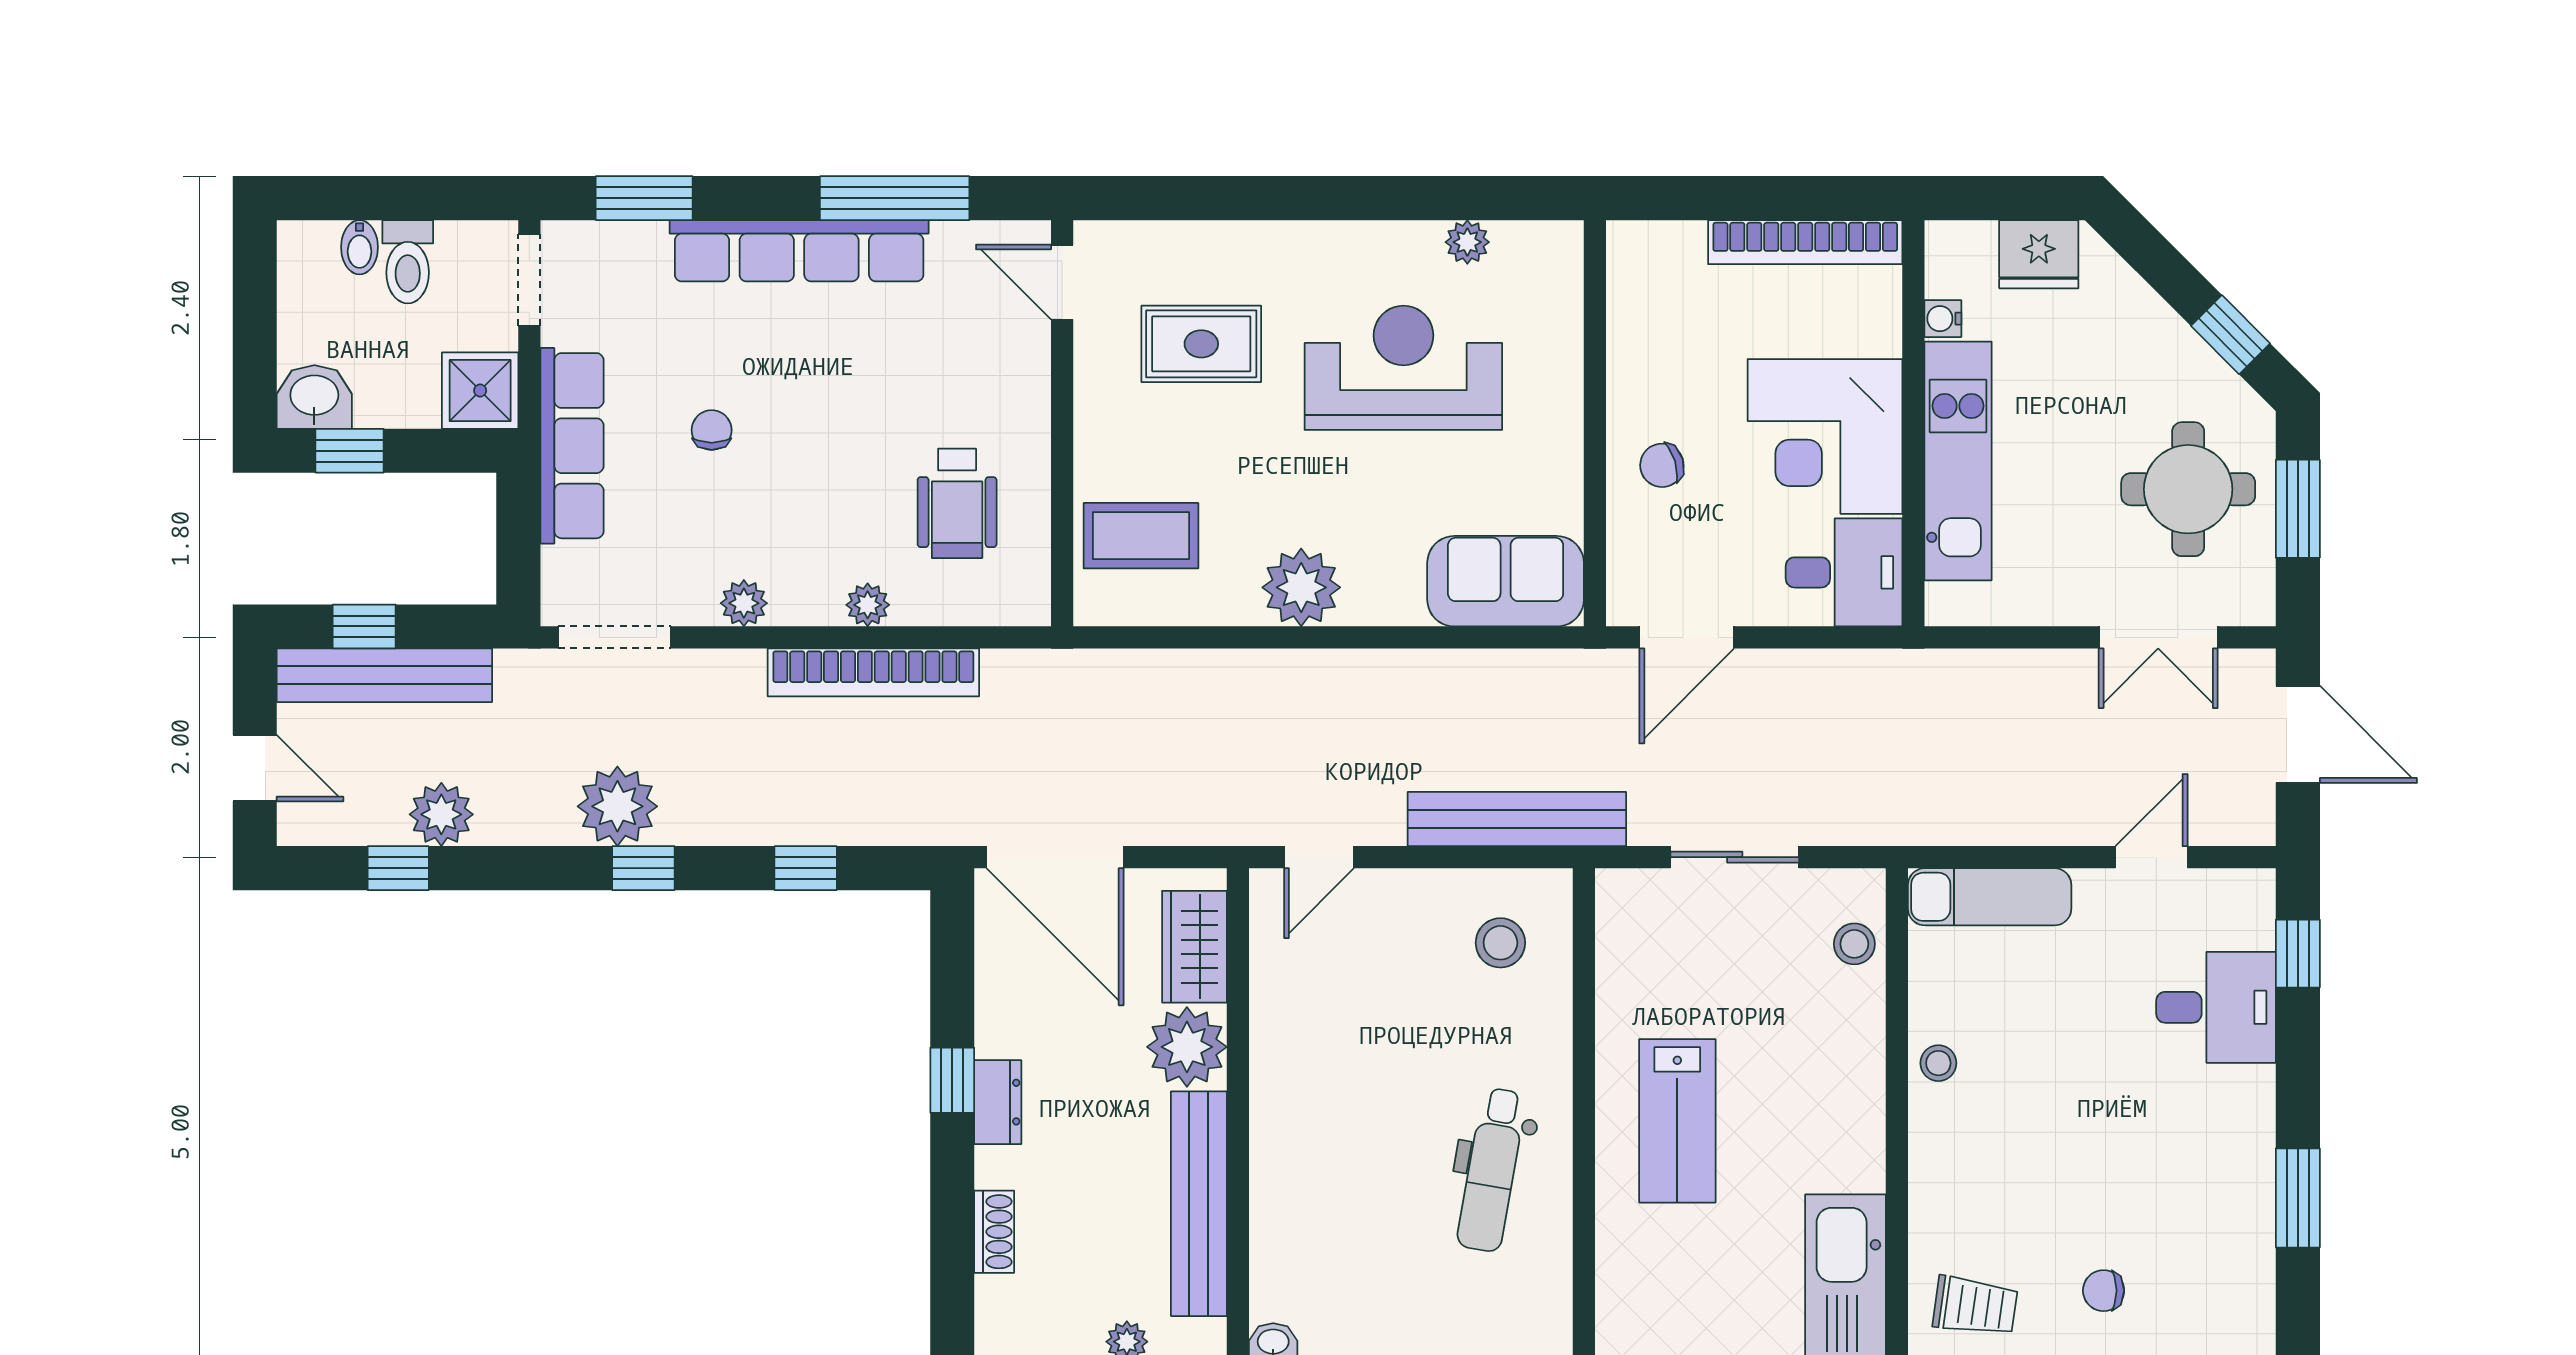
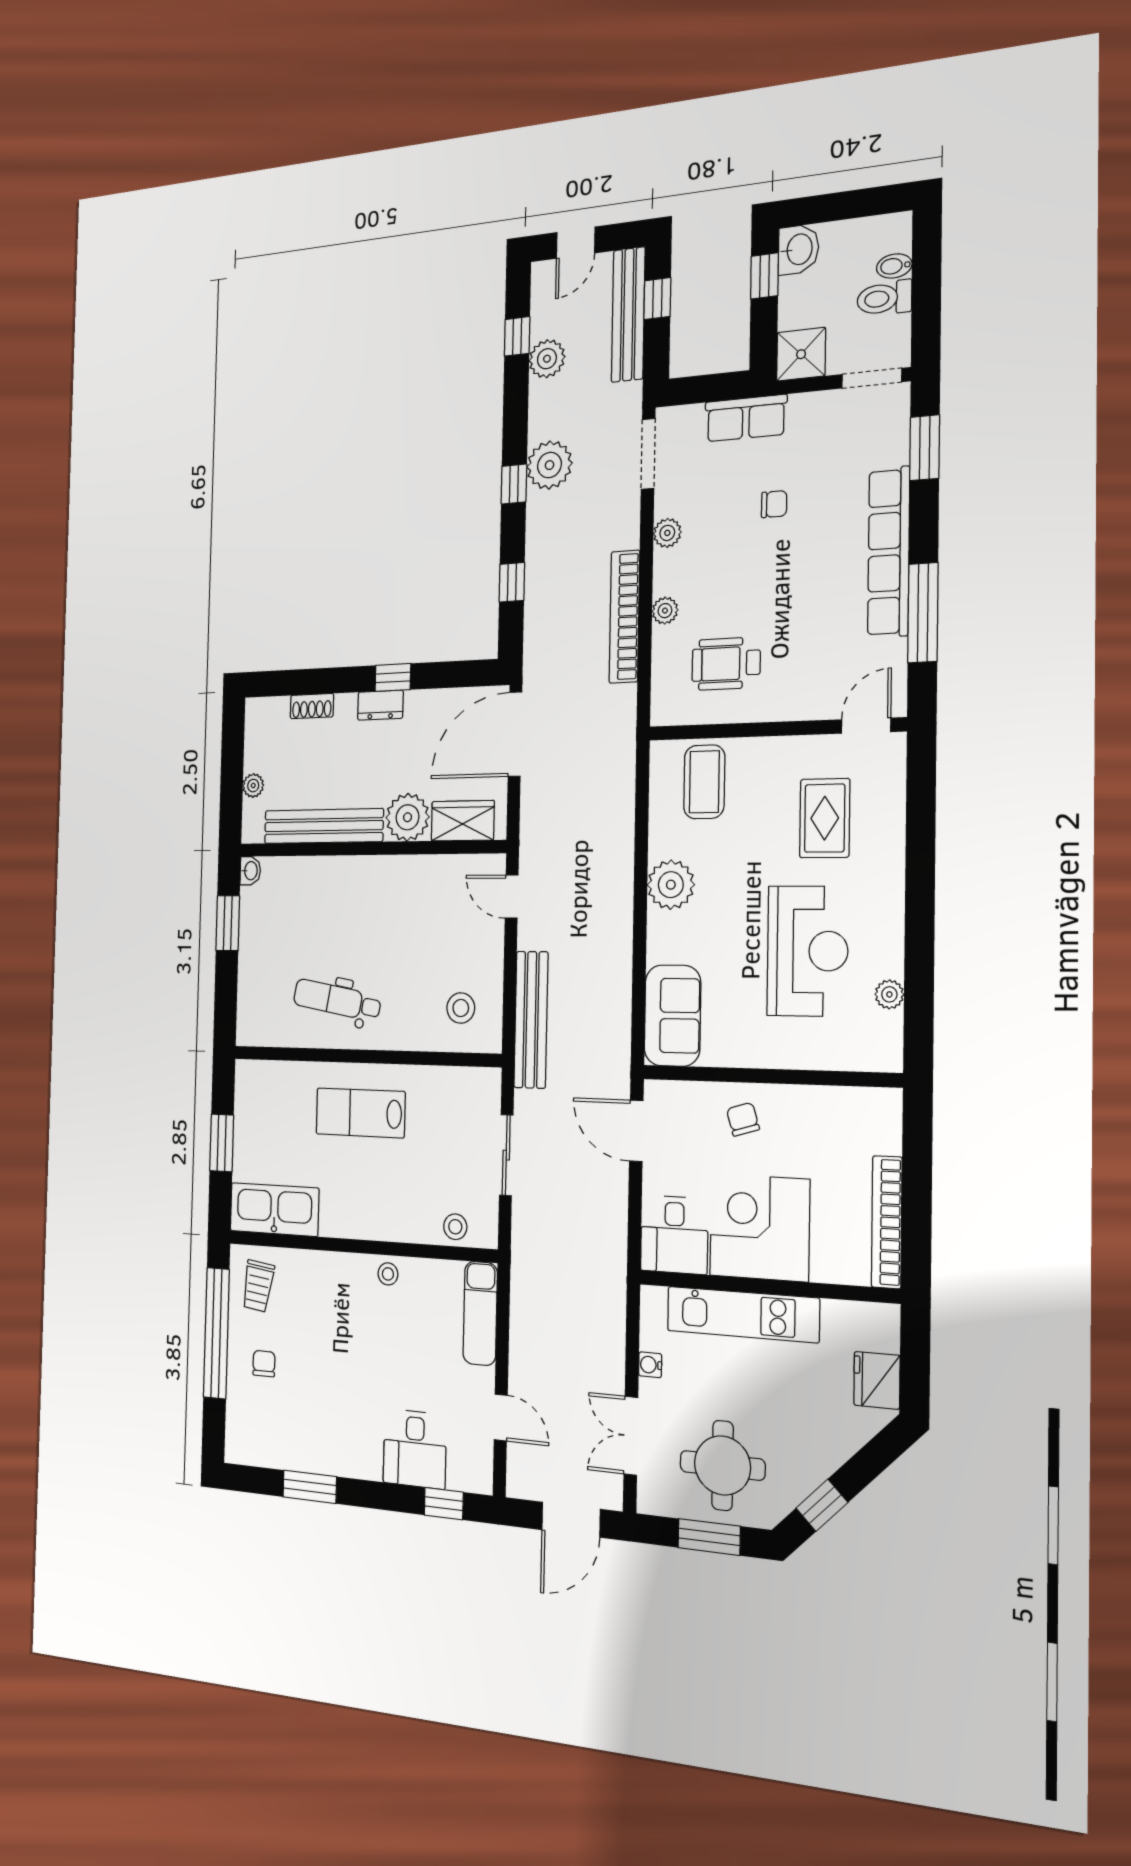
water cooler: (1943, 319) -> (650, 1365), moved, turned -90
row of seats: (572, 446) -> (746, 418), width x0.68

